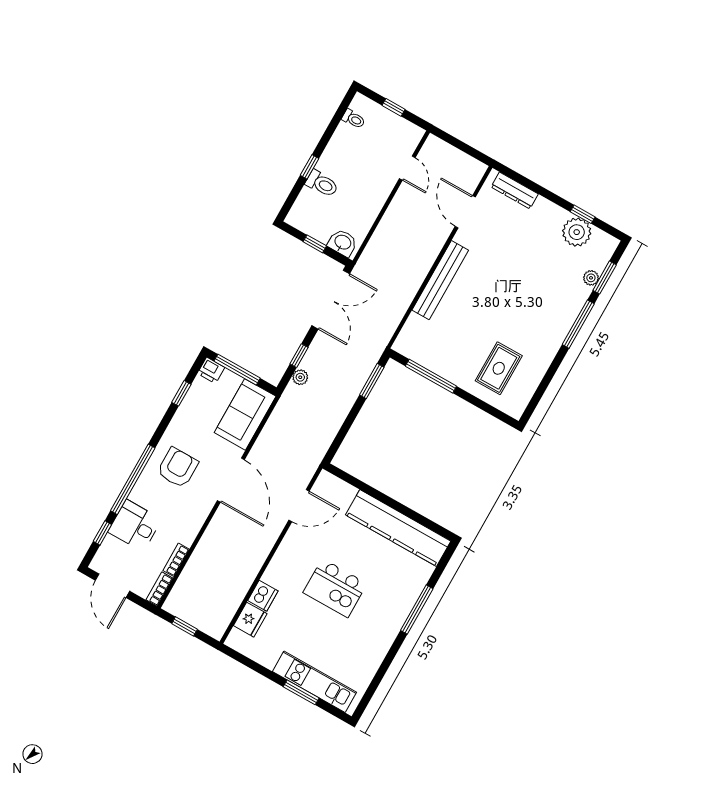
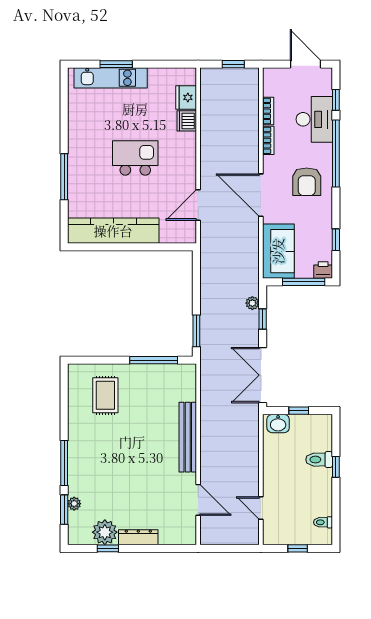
dresser: (515, 191) -> (138, 537), moved
desk: (135, 526) -> (314, 119), width x1.37
bookcase: (159, 589) -> (268, 140), moved

